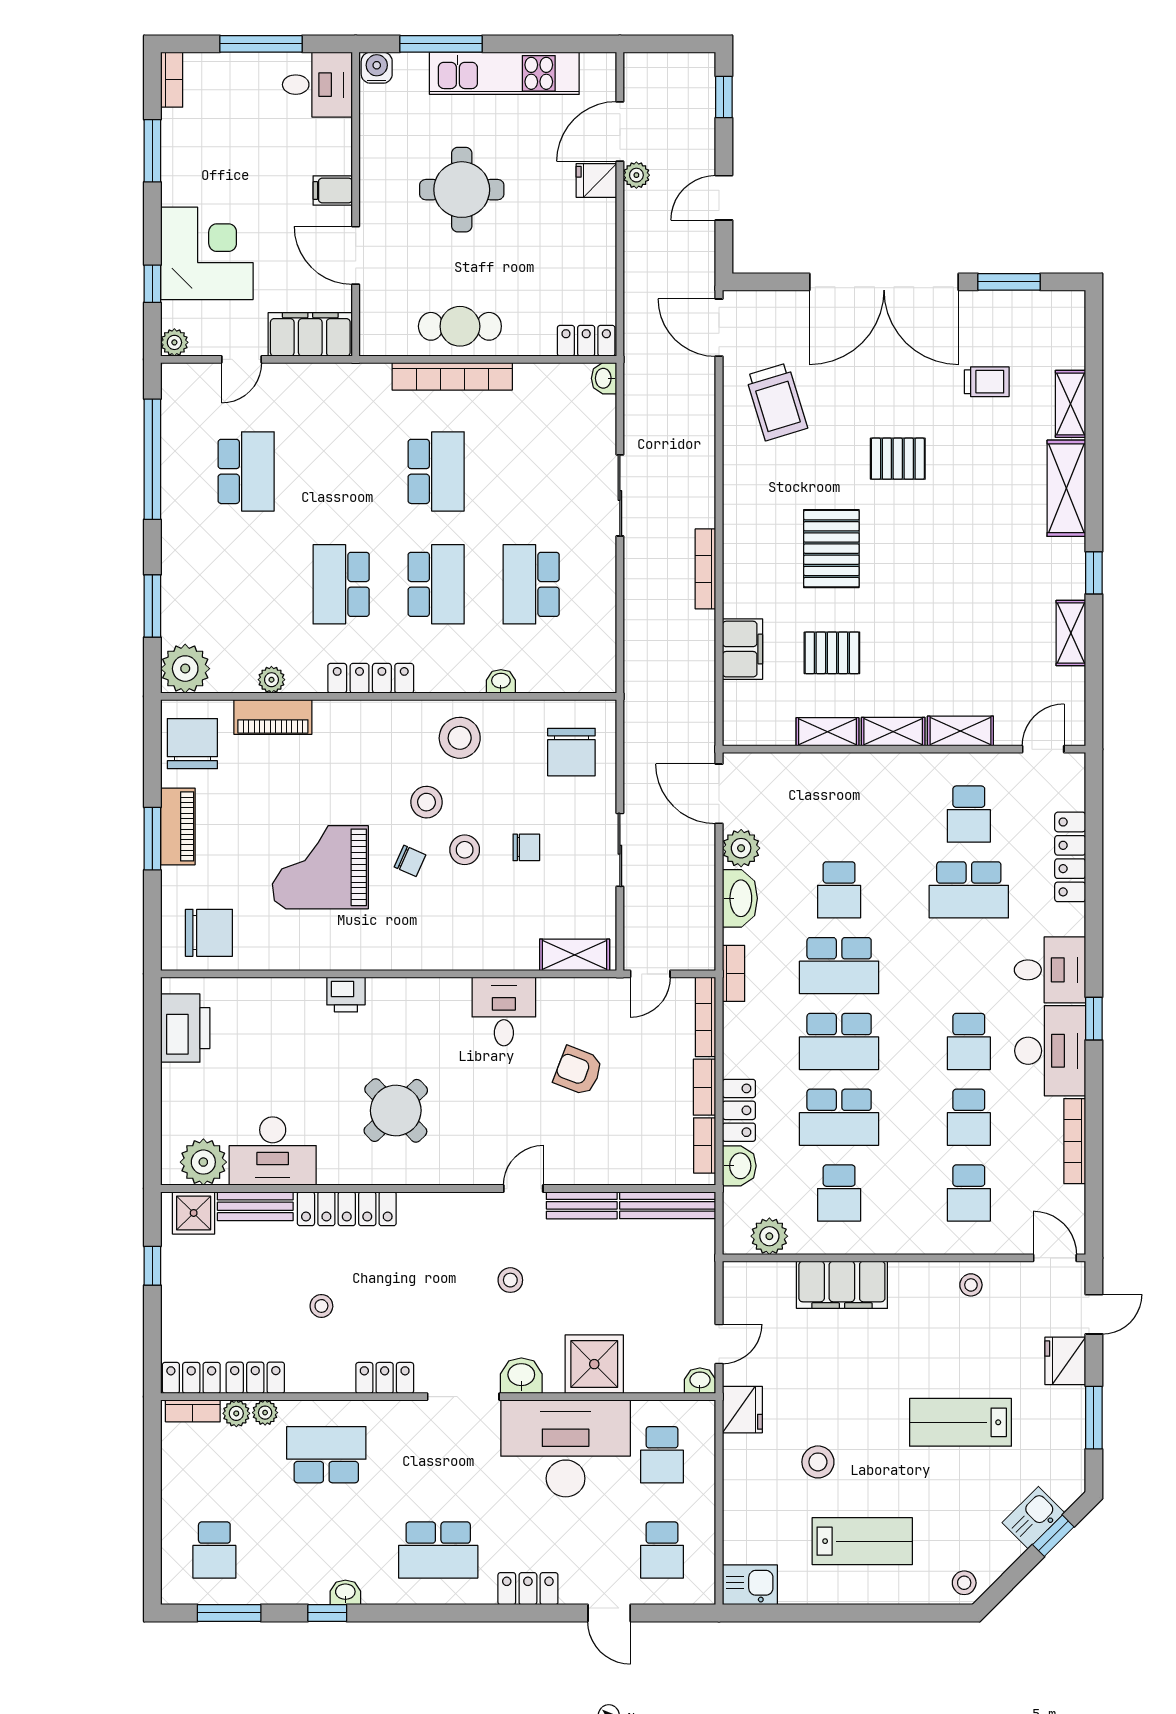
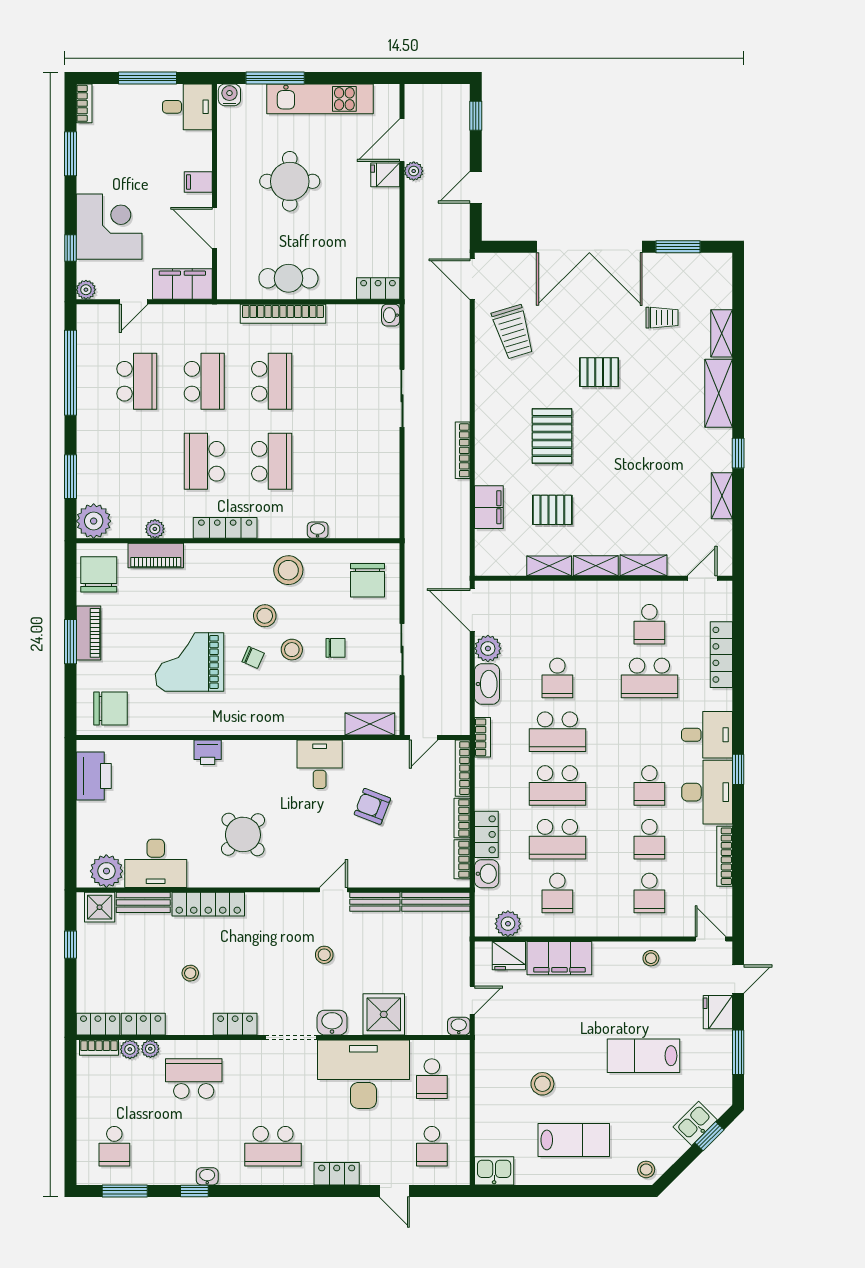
school desk: (531, 584) -> (204, 381), moved, turned 180
fridge: (742, 1410) -> (509, 956), moved, turned 90

